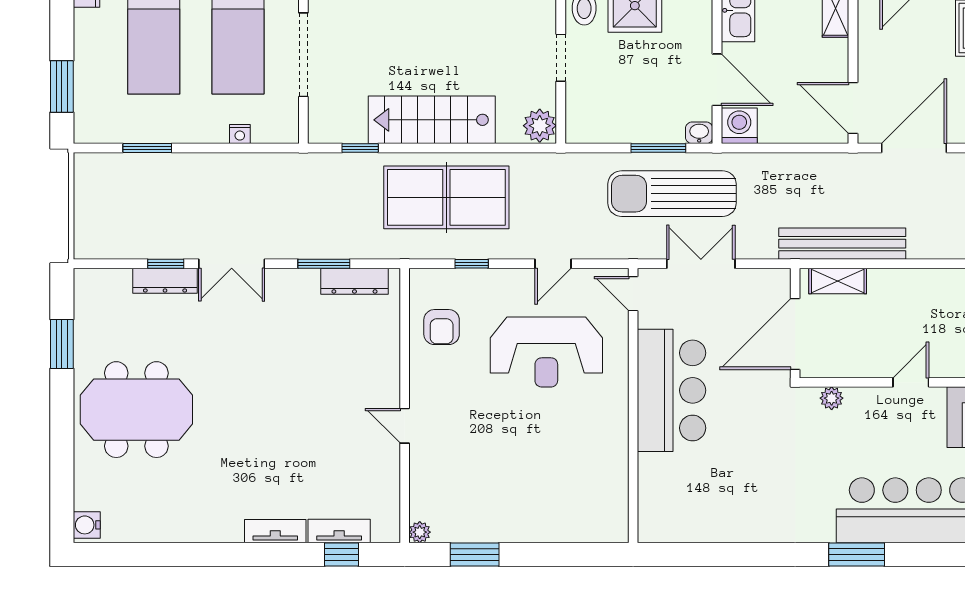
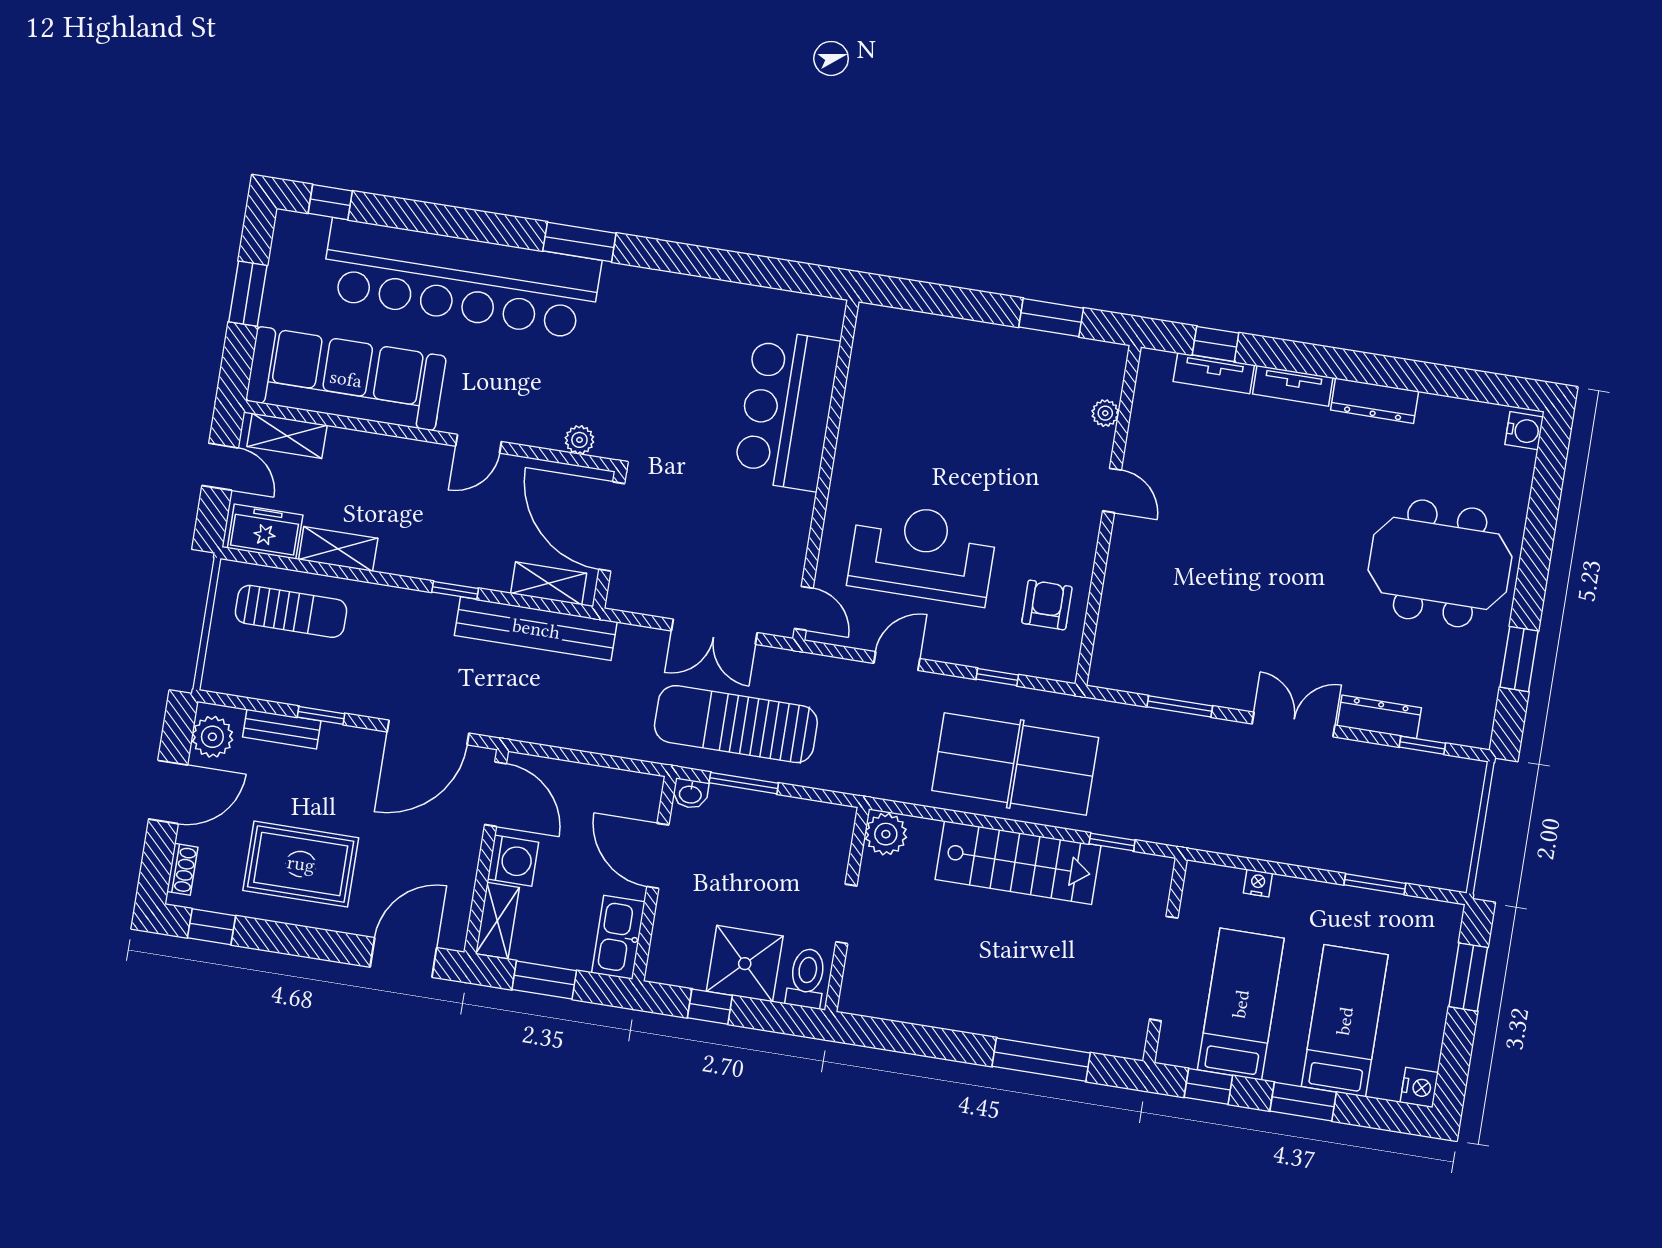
washing machine: (739, 126) -> (513, 861), moved, turned -90
sun lounger: (672, 194) -> (736, 724), turned 180
window: (166, 264) -> (1422, 745), moved
window: (911, 264) -> (455, 590), added
dresser: (354, 281) -> (1375, 401), moved, turned 180
door: (795, 334) -> (612, 527), swing flipped
bar counter: (671, 390) -> (787, 410), moved
plant: (420, 532) -> (1105, 413), moved

